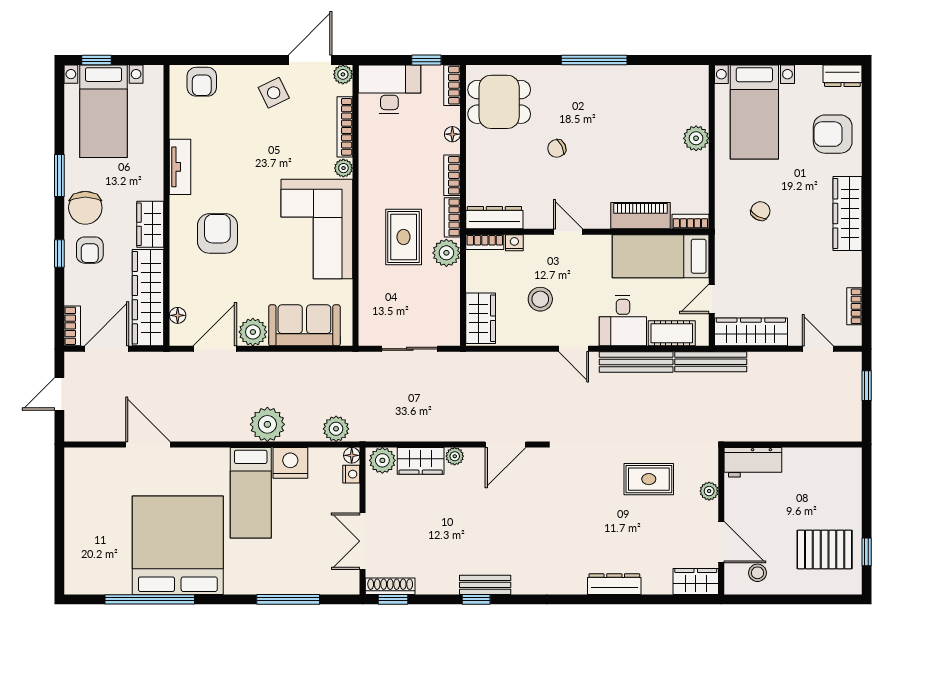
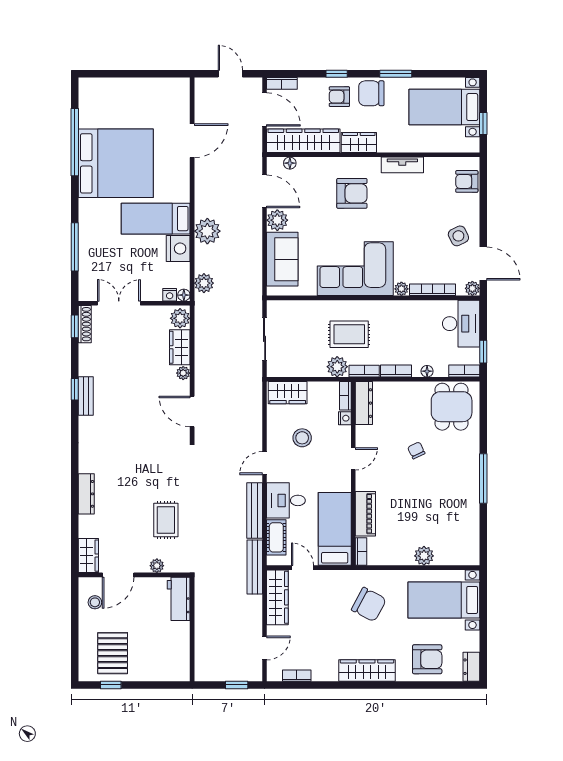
window: (97, 60) -> (483, 123), moved
armchair: (833, 134) -> (427, 659), turned 90
chair: (760, 211) -> (369, 605), width x1.87, depth x1.87

